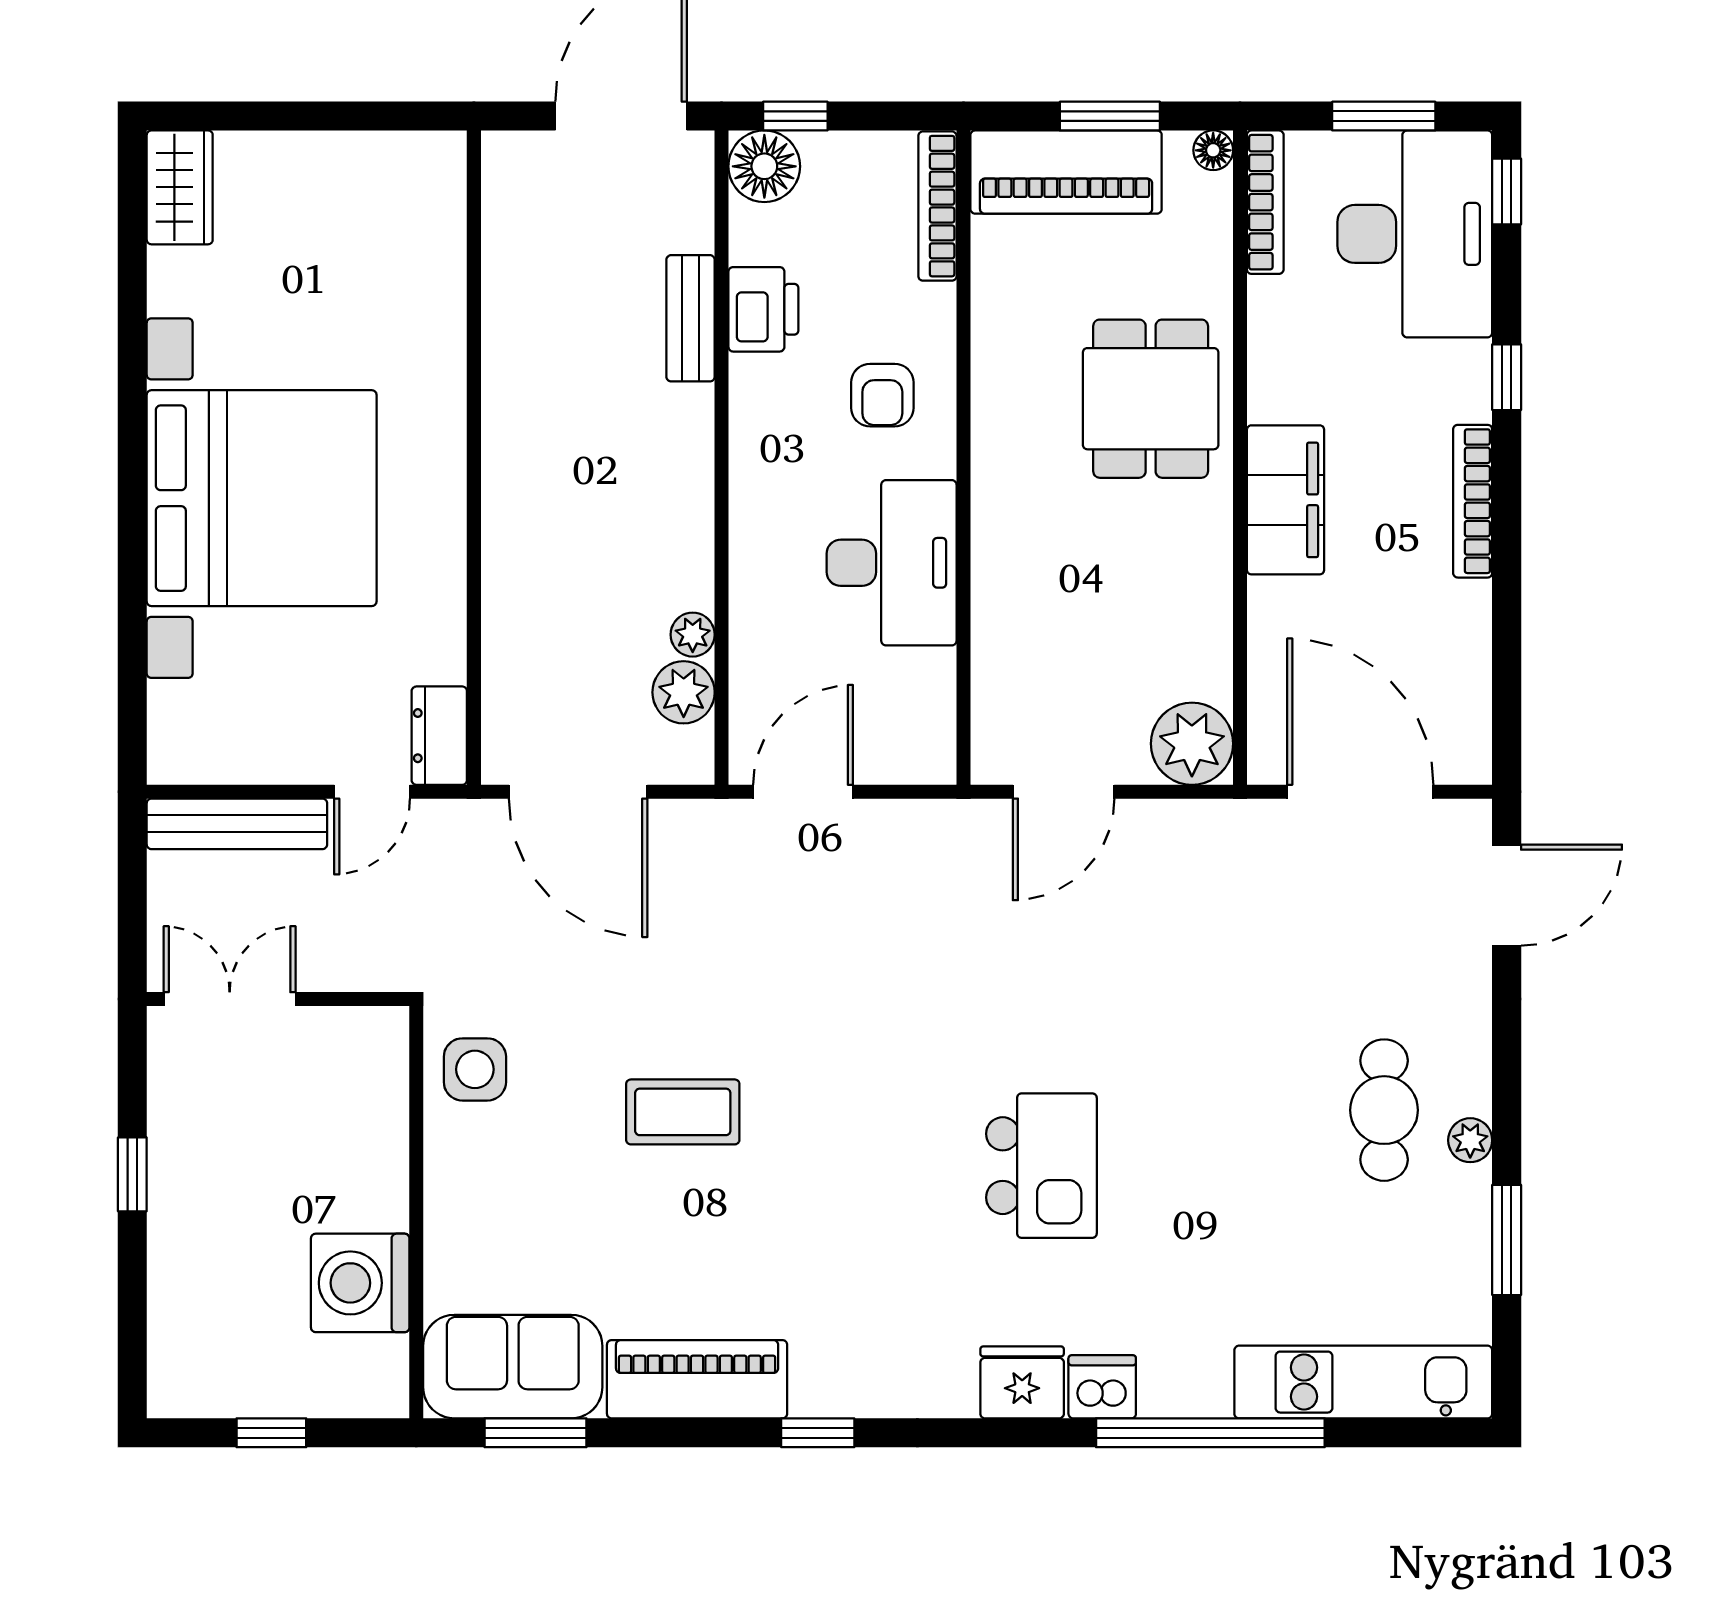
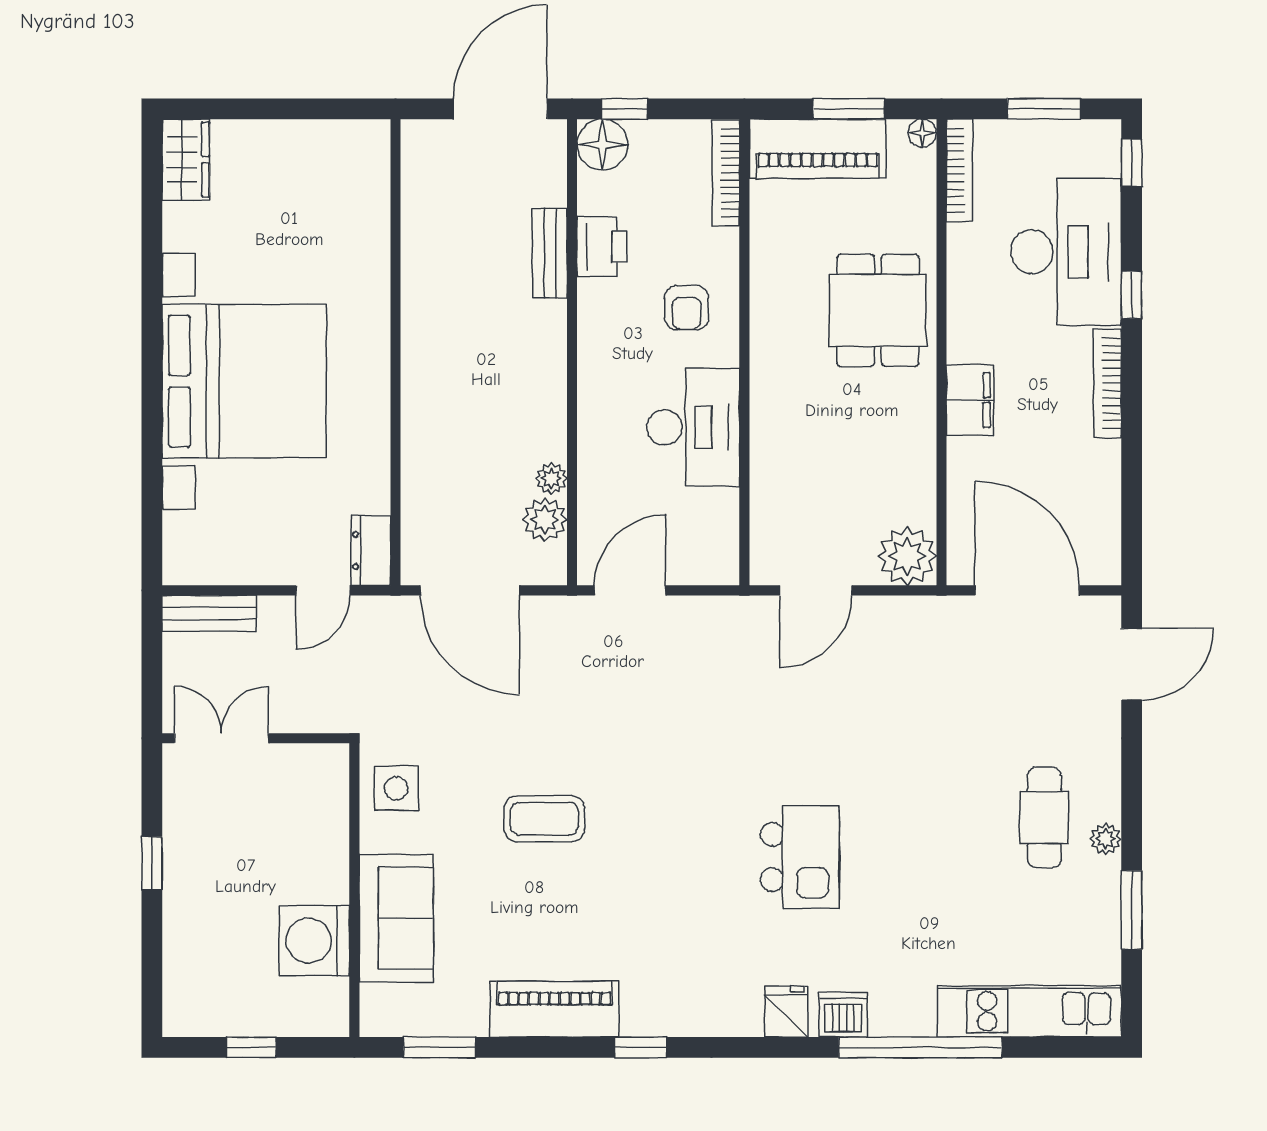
desk: (1415, 234) -> (1066, 252), moved
filing cabinet: (1286, 500) -> (970, 400), width x0.67, depth x0.86
bench: (237, 824) -> (209, 613), width x0.73
sofa: (513, 1367) -> (396, 918), moved, turned 90
fridge: (1022, 1382) -> (786, 1011), width x0.72

